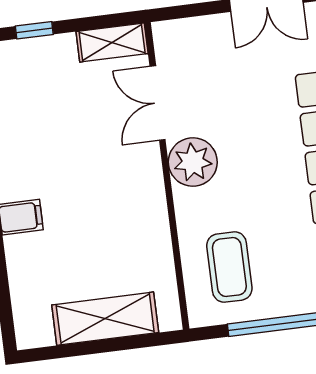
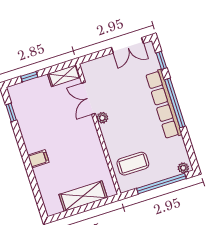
plant: (193, 162) -> (102, 118), width x0.53, depth x0.53
coffee table: (229, 267) -> (133, 164), turned 90

